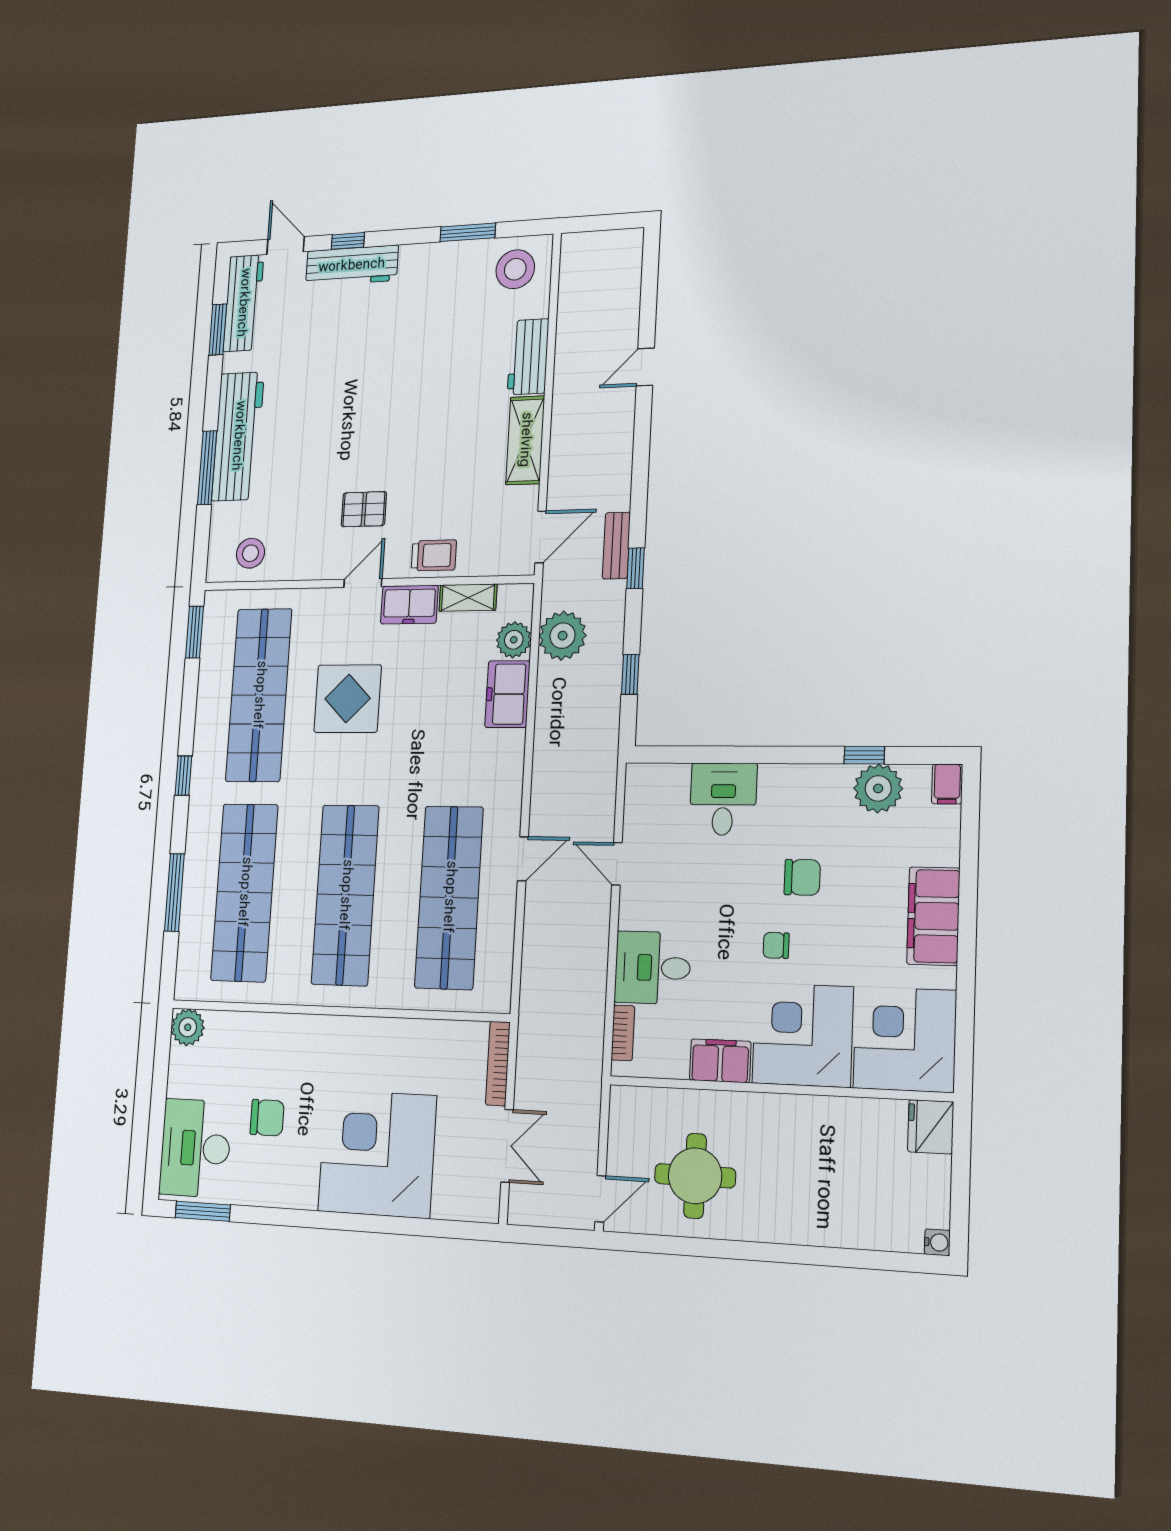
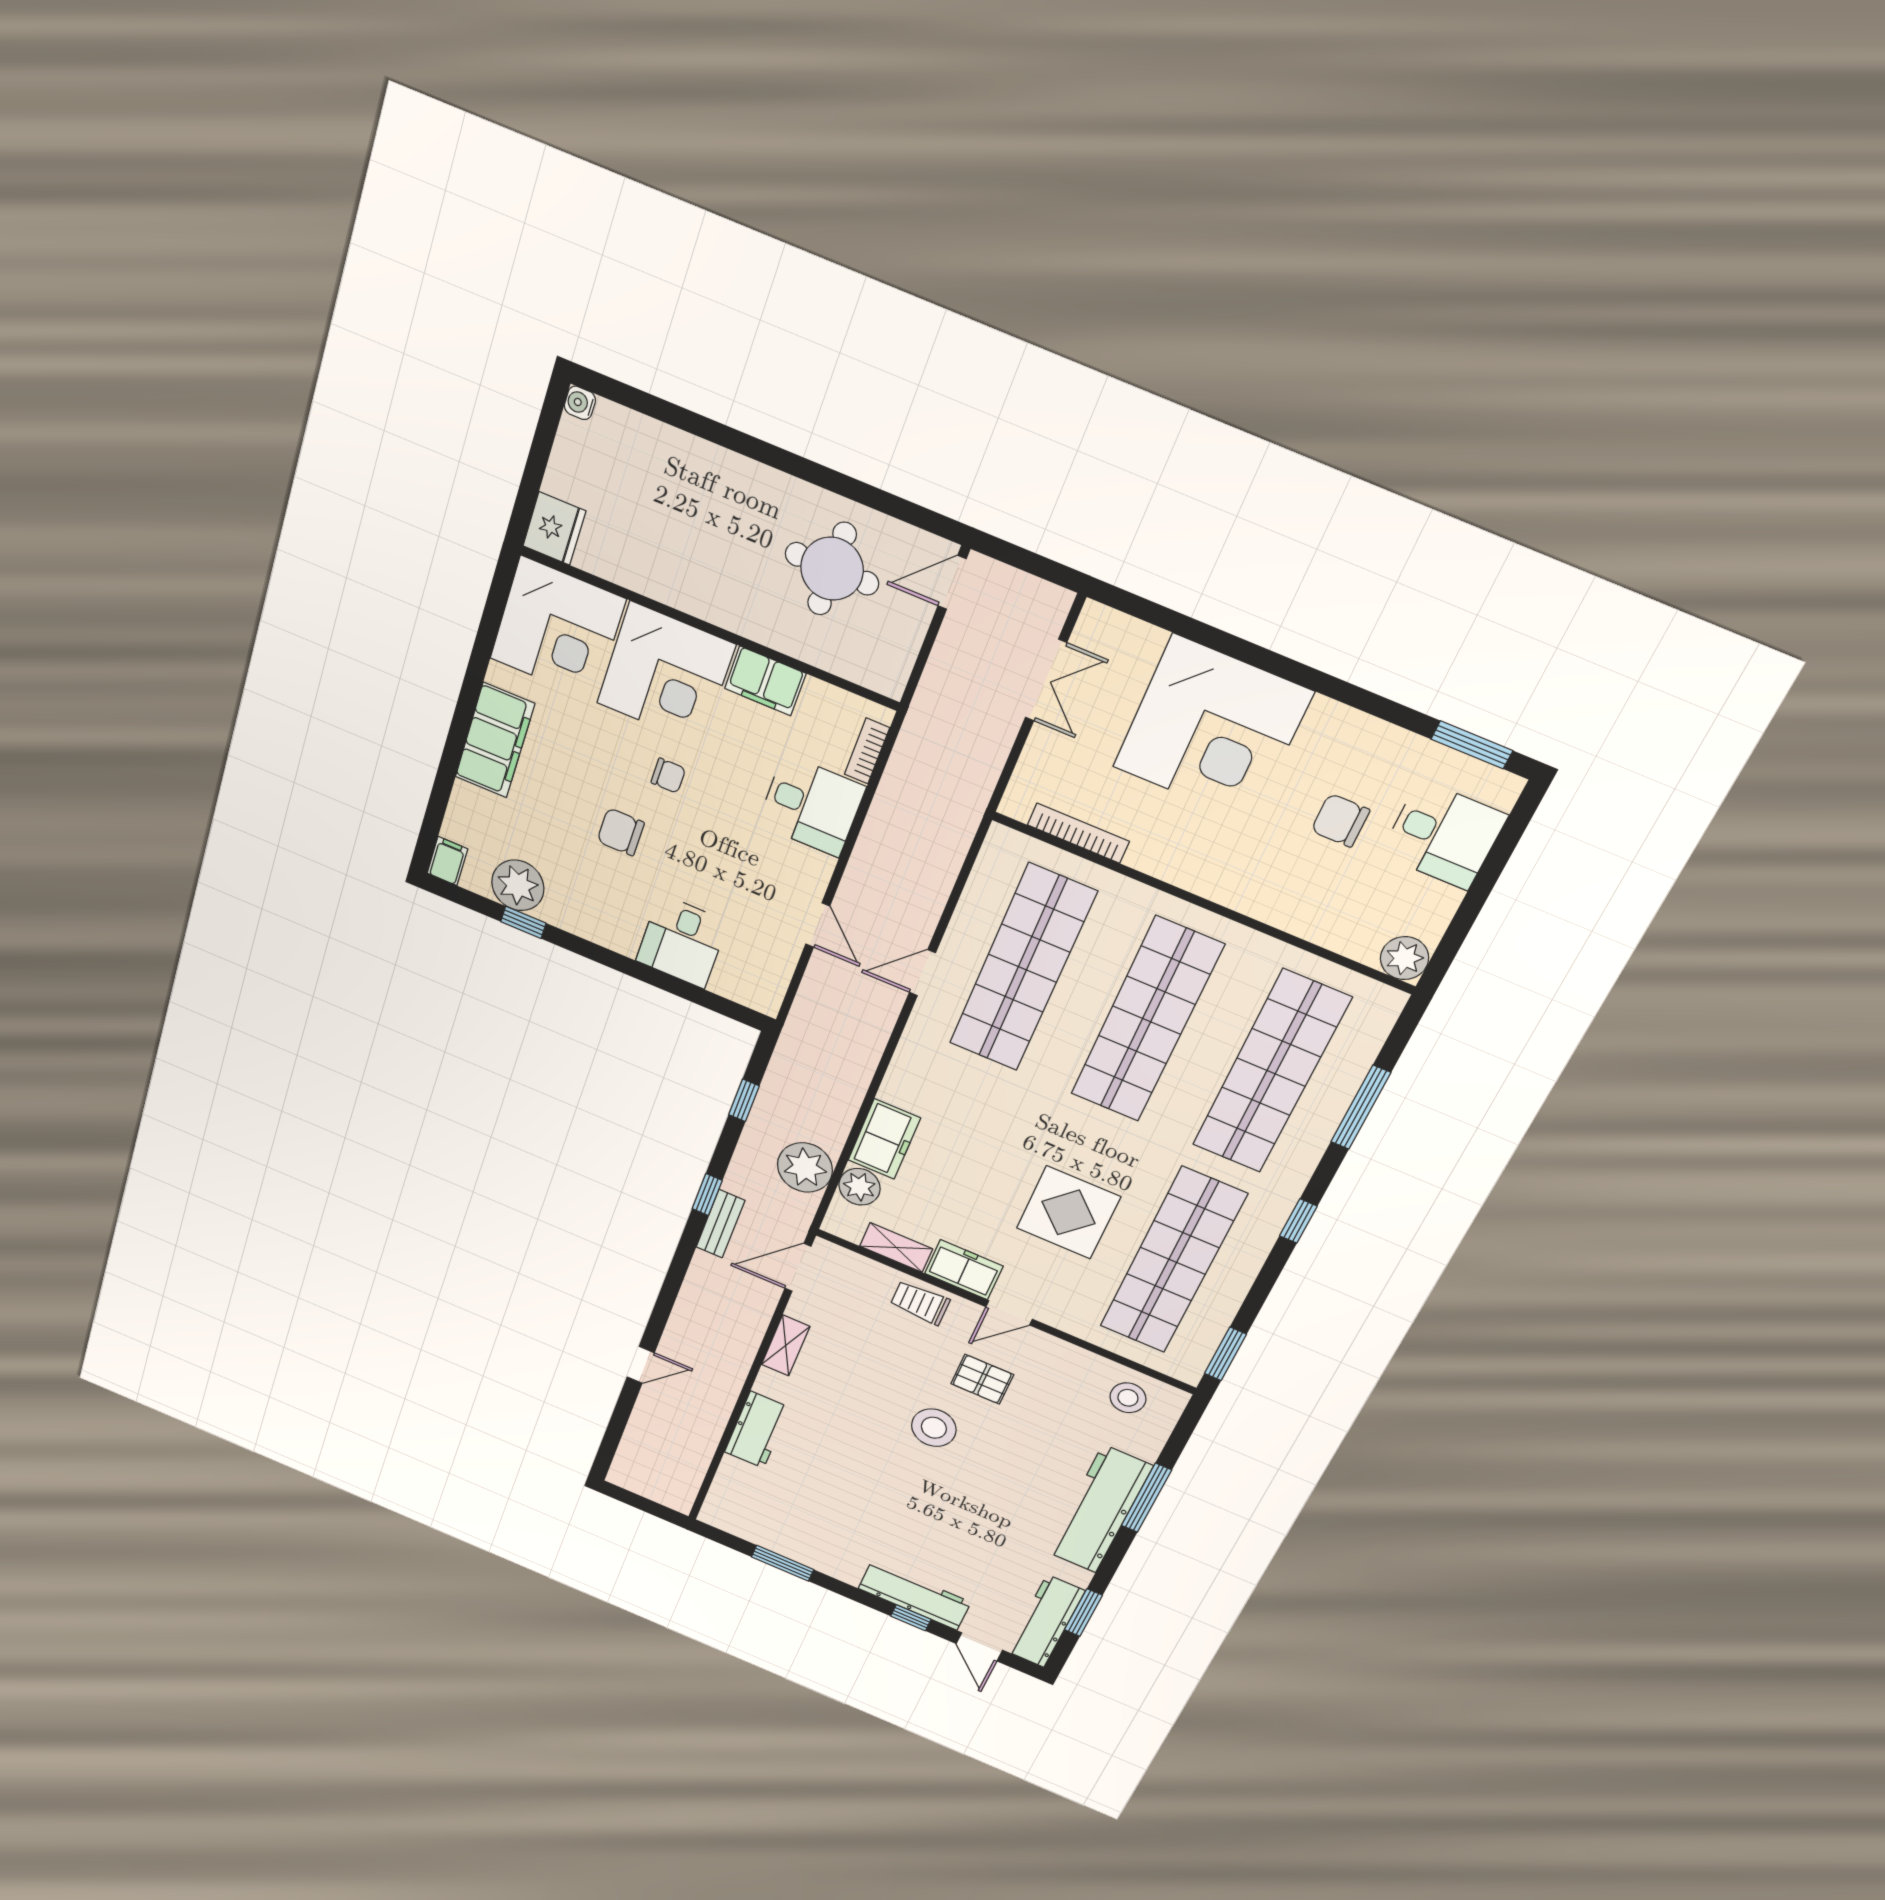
stool: (515, 269) -> (934, 1428), moved
shelving: (525, 440) -> (786, 1346), width x0.67, depth x0.75
bookcase: (498, 1064) -> (1078, 833), moved, turned -90
double door: (507, 1146) -> (1046, 680), swing flipped
desk: (195, 1148) -> (1444, 835), width x0.73

